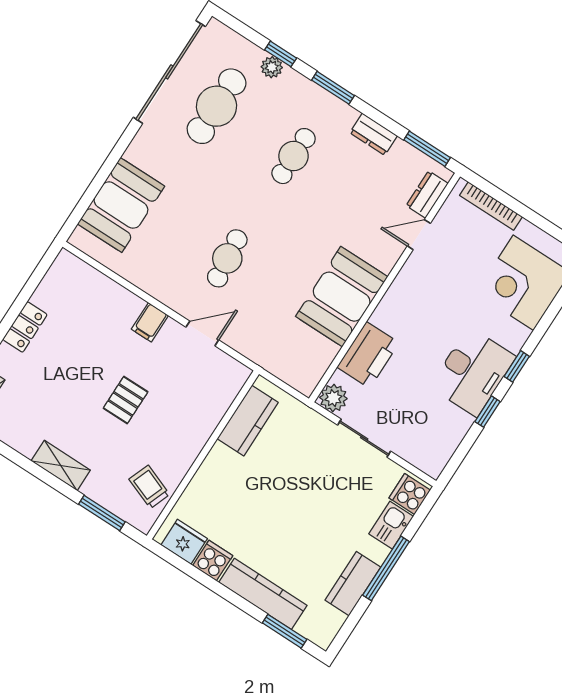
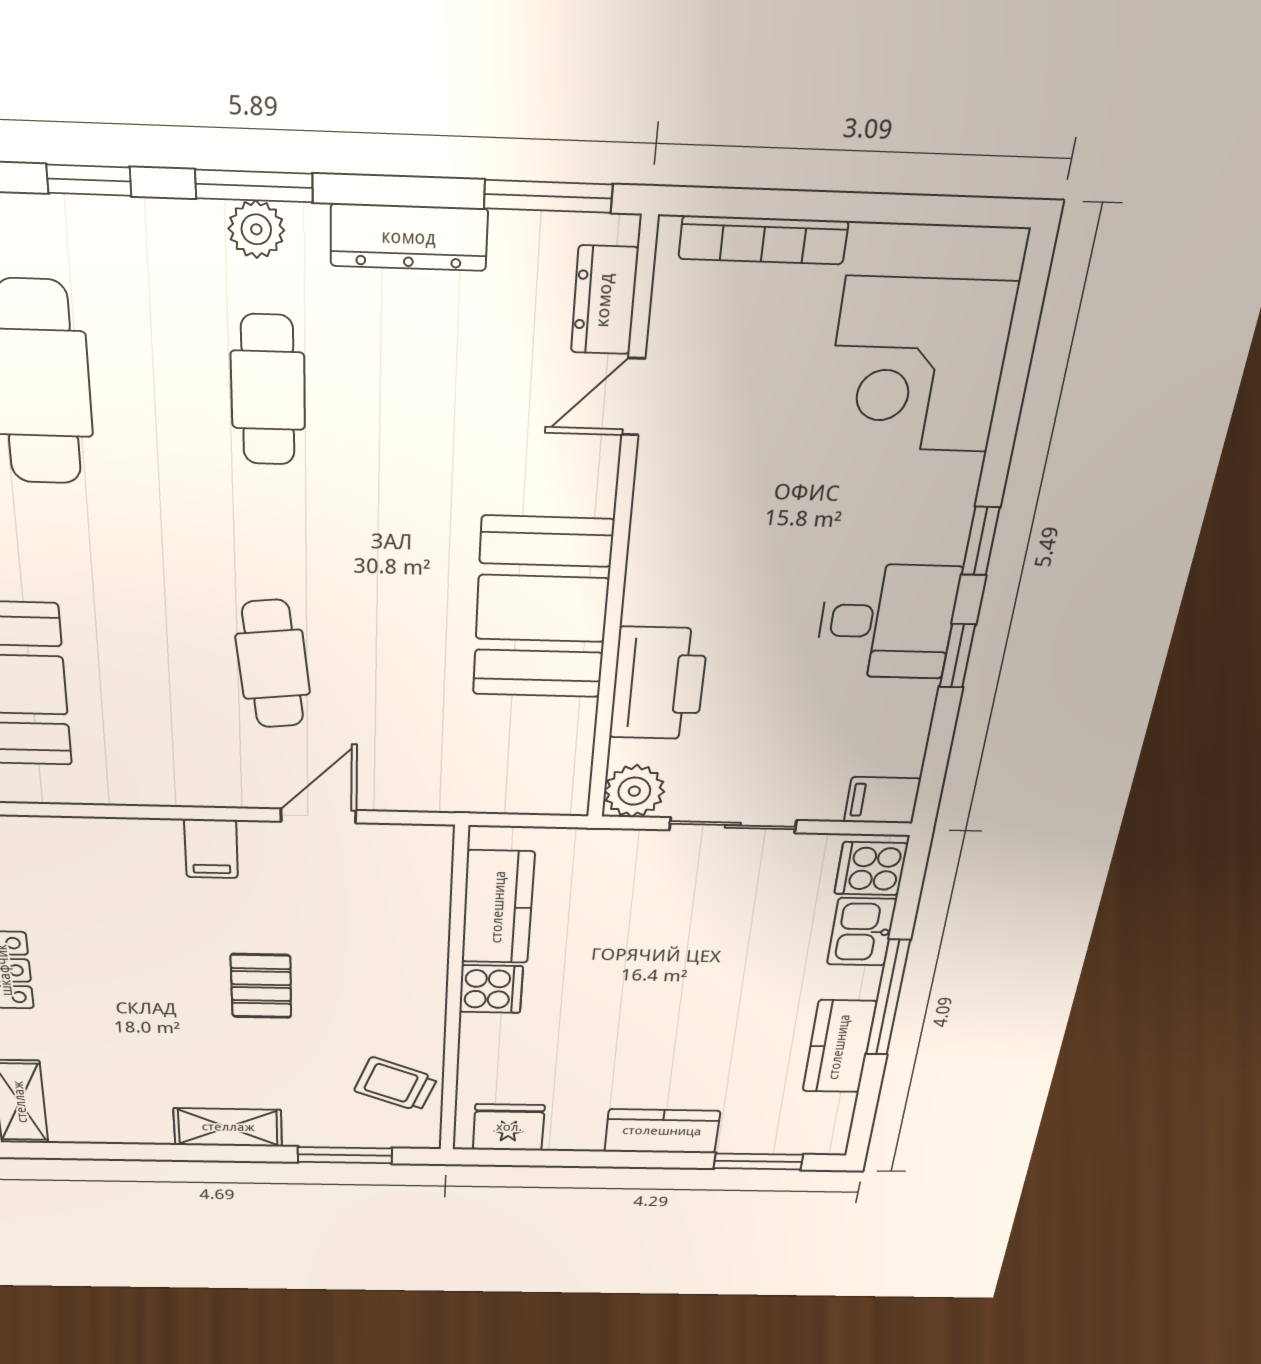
plant: (272, 67) -> (256, 229), moved
dresser: (374, 134) -> (409, 237), width x1.44
desk: (473, 372) -> (887, 622), width x0.73
filing cabinet: (429, 462) -> (882, 800), added
cooker: (213, 561) -> (491, 989), moved, turned 90
kitchen counter: (263, 594) -> (662, 1131), width x0.67

